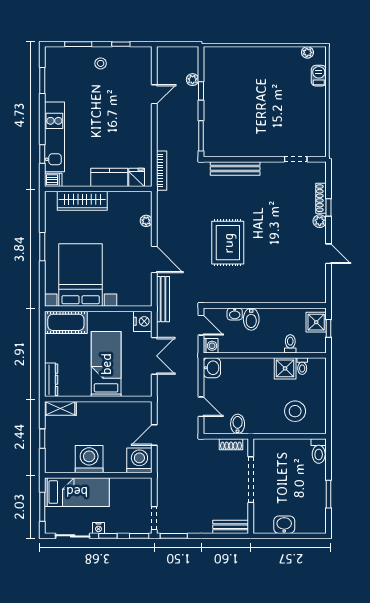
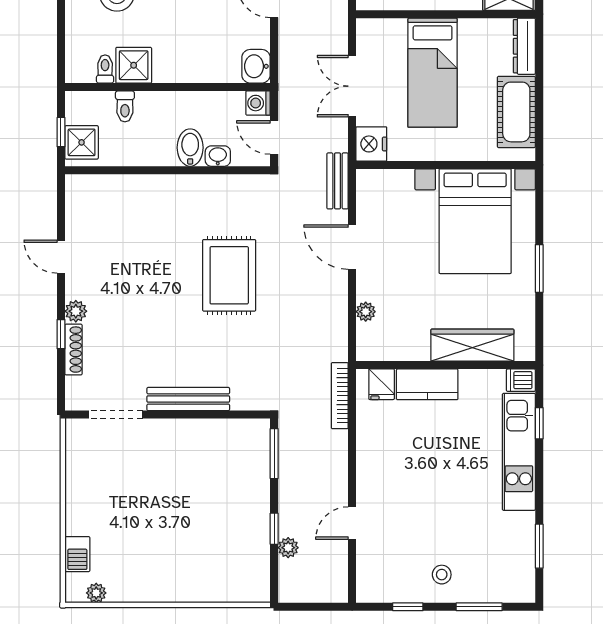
doorway: (296, 159) -> (116, 414), width x1.38
bench: (235, 169) -> (188, 399), moved
bench: (163, 299) -> (338, 181), width x0.73
cot: (66, 322) -> (516, 112), moved, turned 90

